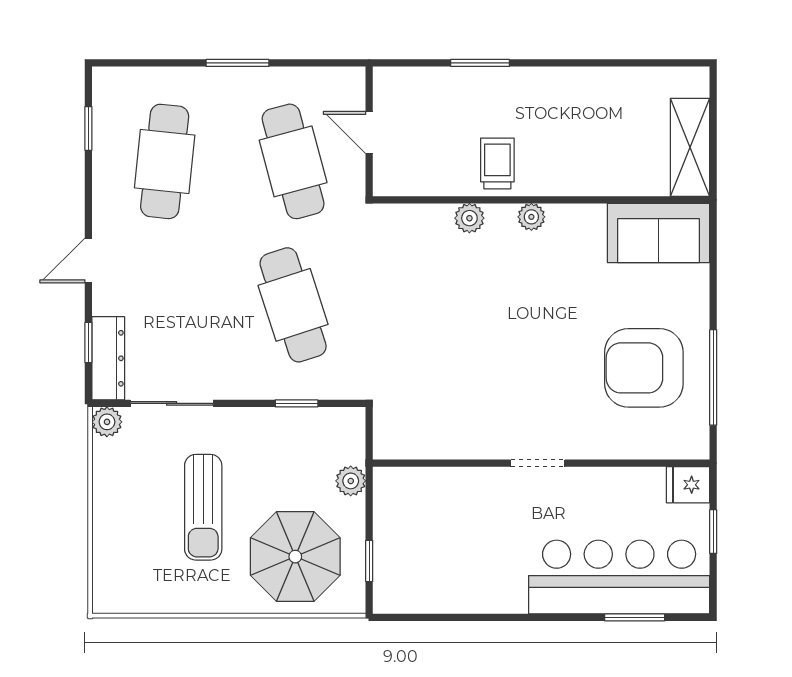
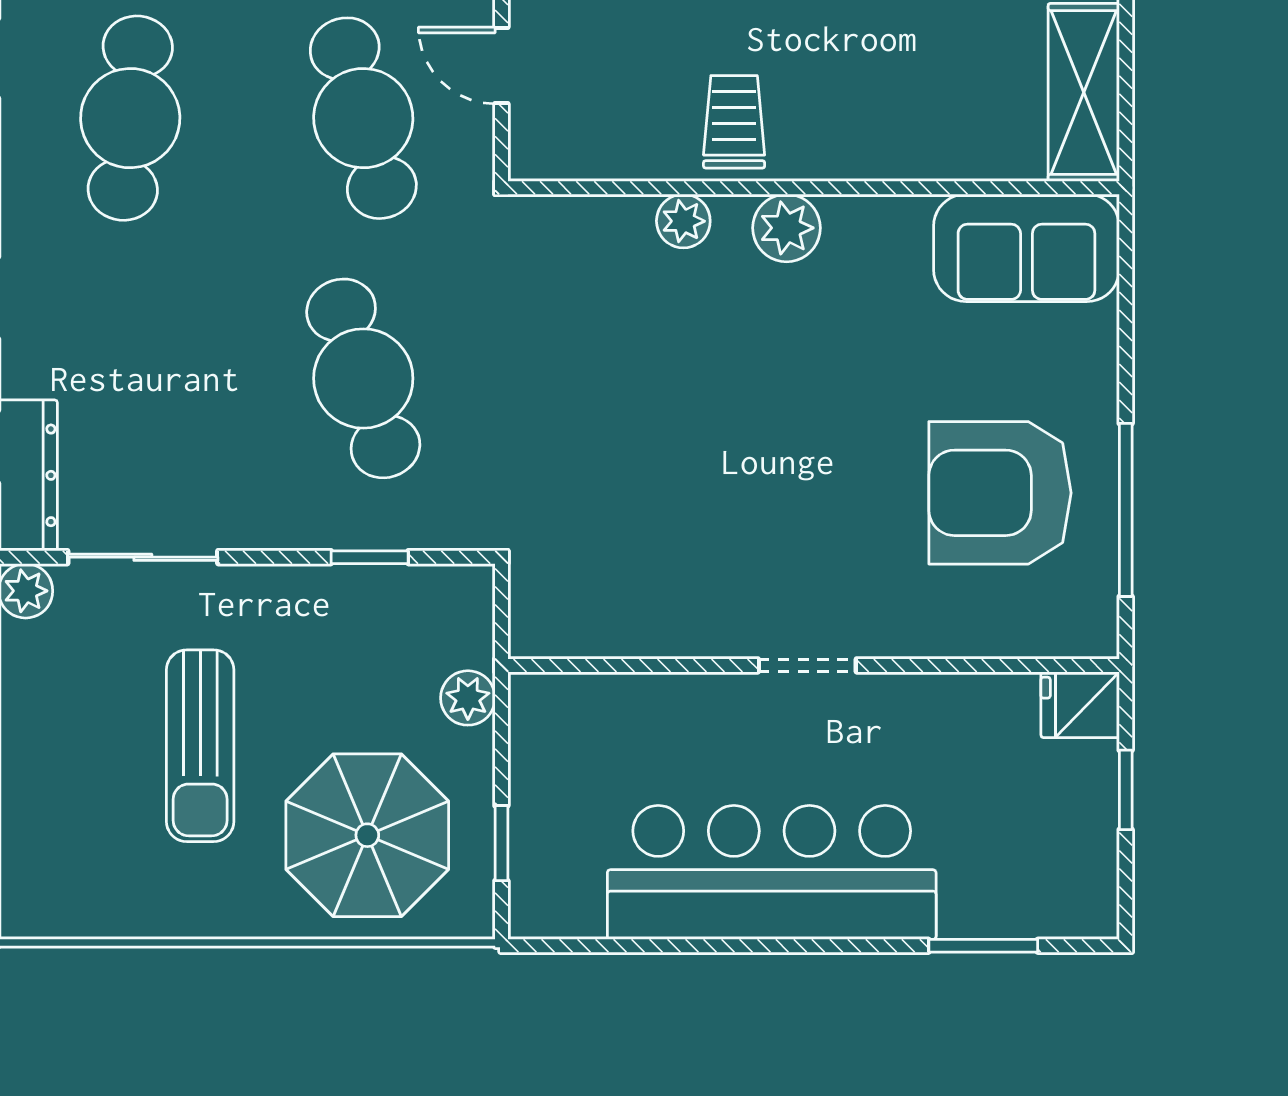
plant: (531, 217) -> (787, 228), width x1.38, depth x1.38
bar counter: (619, 577) -> (772, 872), moved

